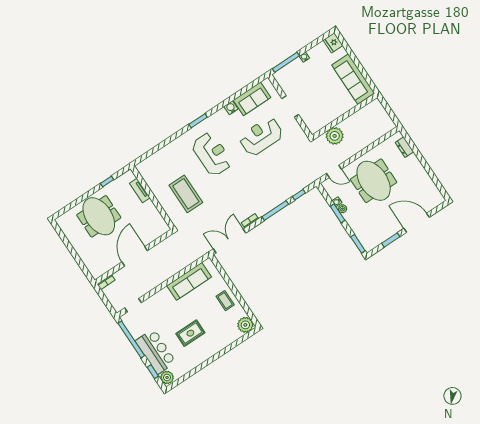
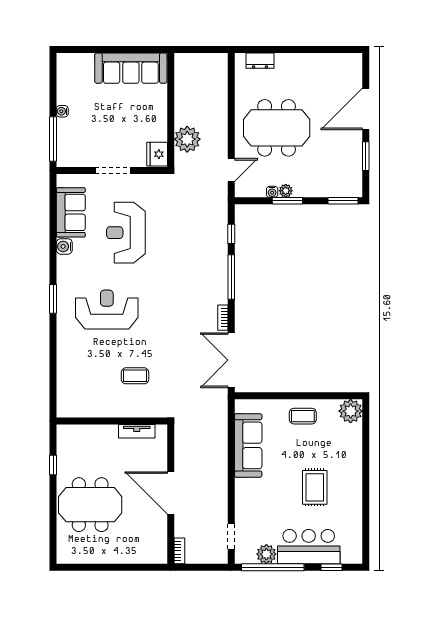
fridge: (333, 43) -> (157, 154), moved, turned 90
tv unit: (140, 191) -> (137, 431), moved
coffee table: (186, 194) -> (135, 376), width x0.54, depth x0.58
plant: (167, 377) -> (266, 554), moved

